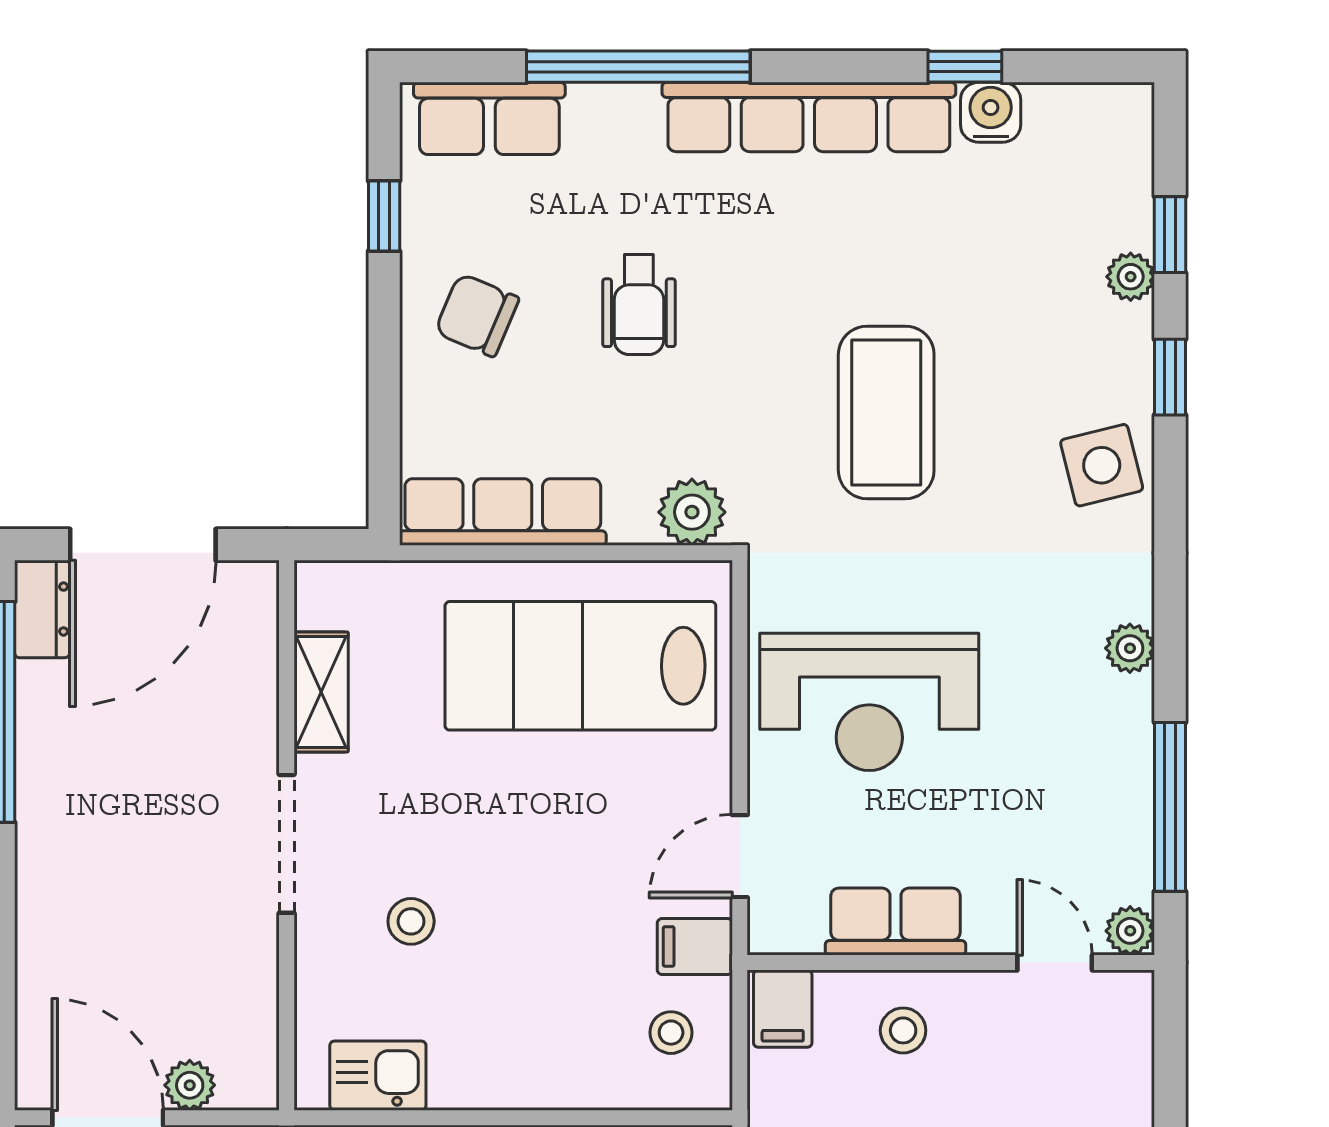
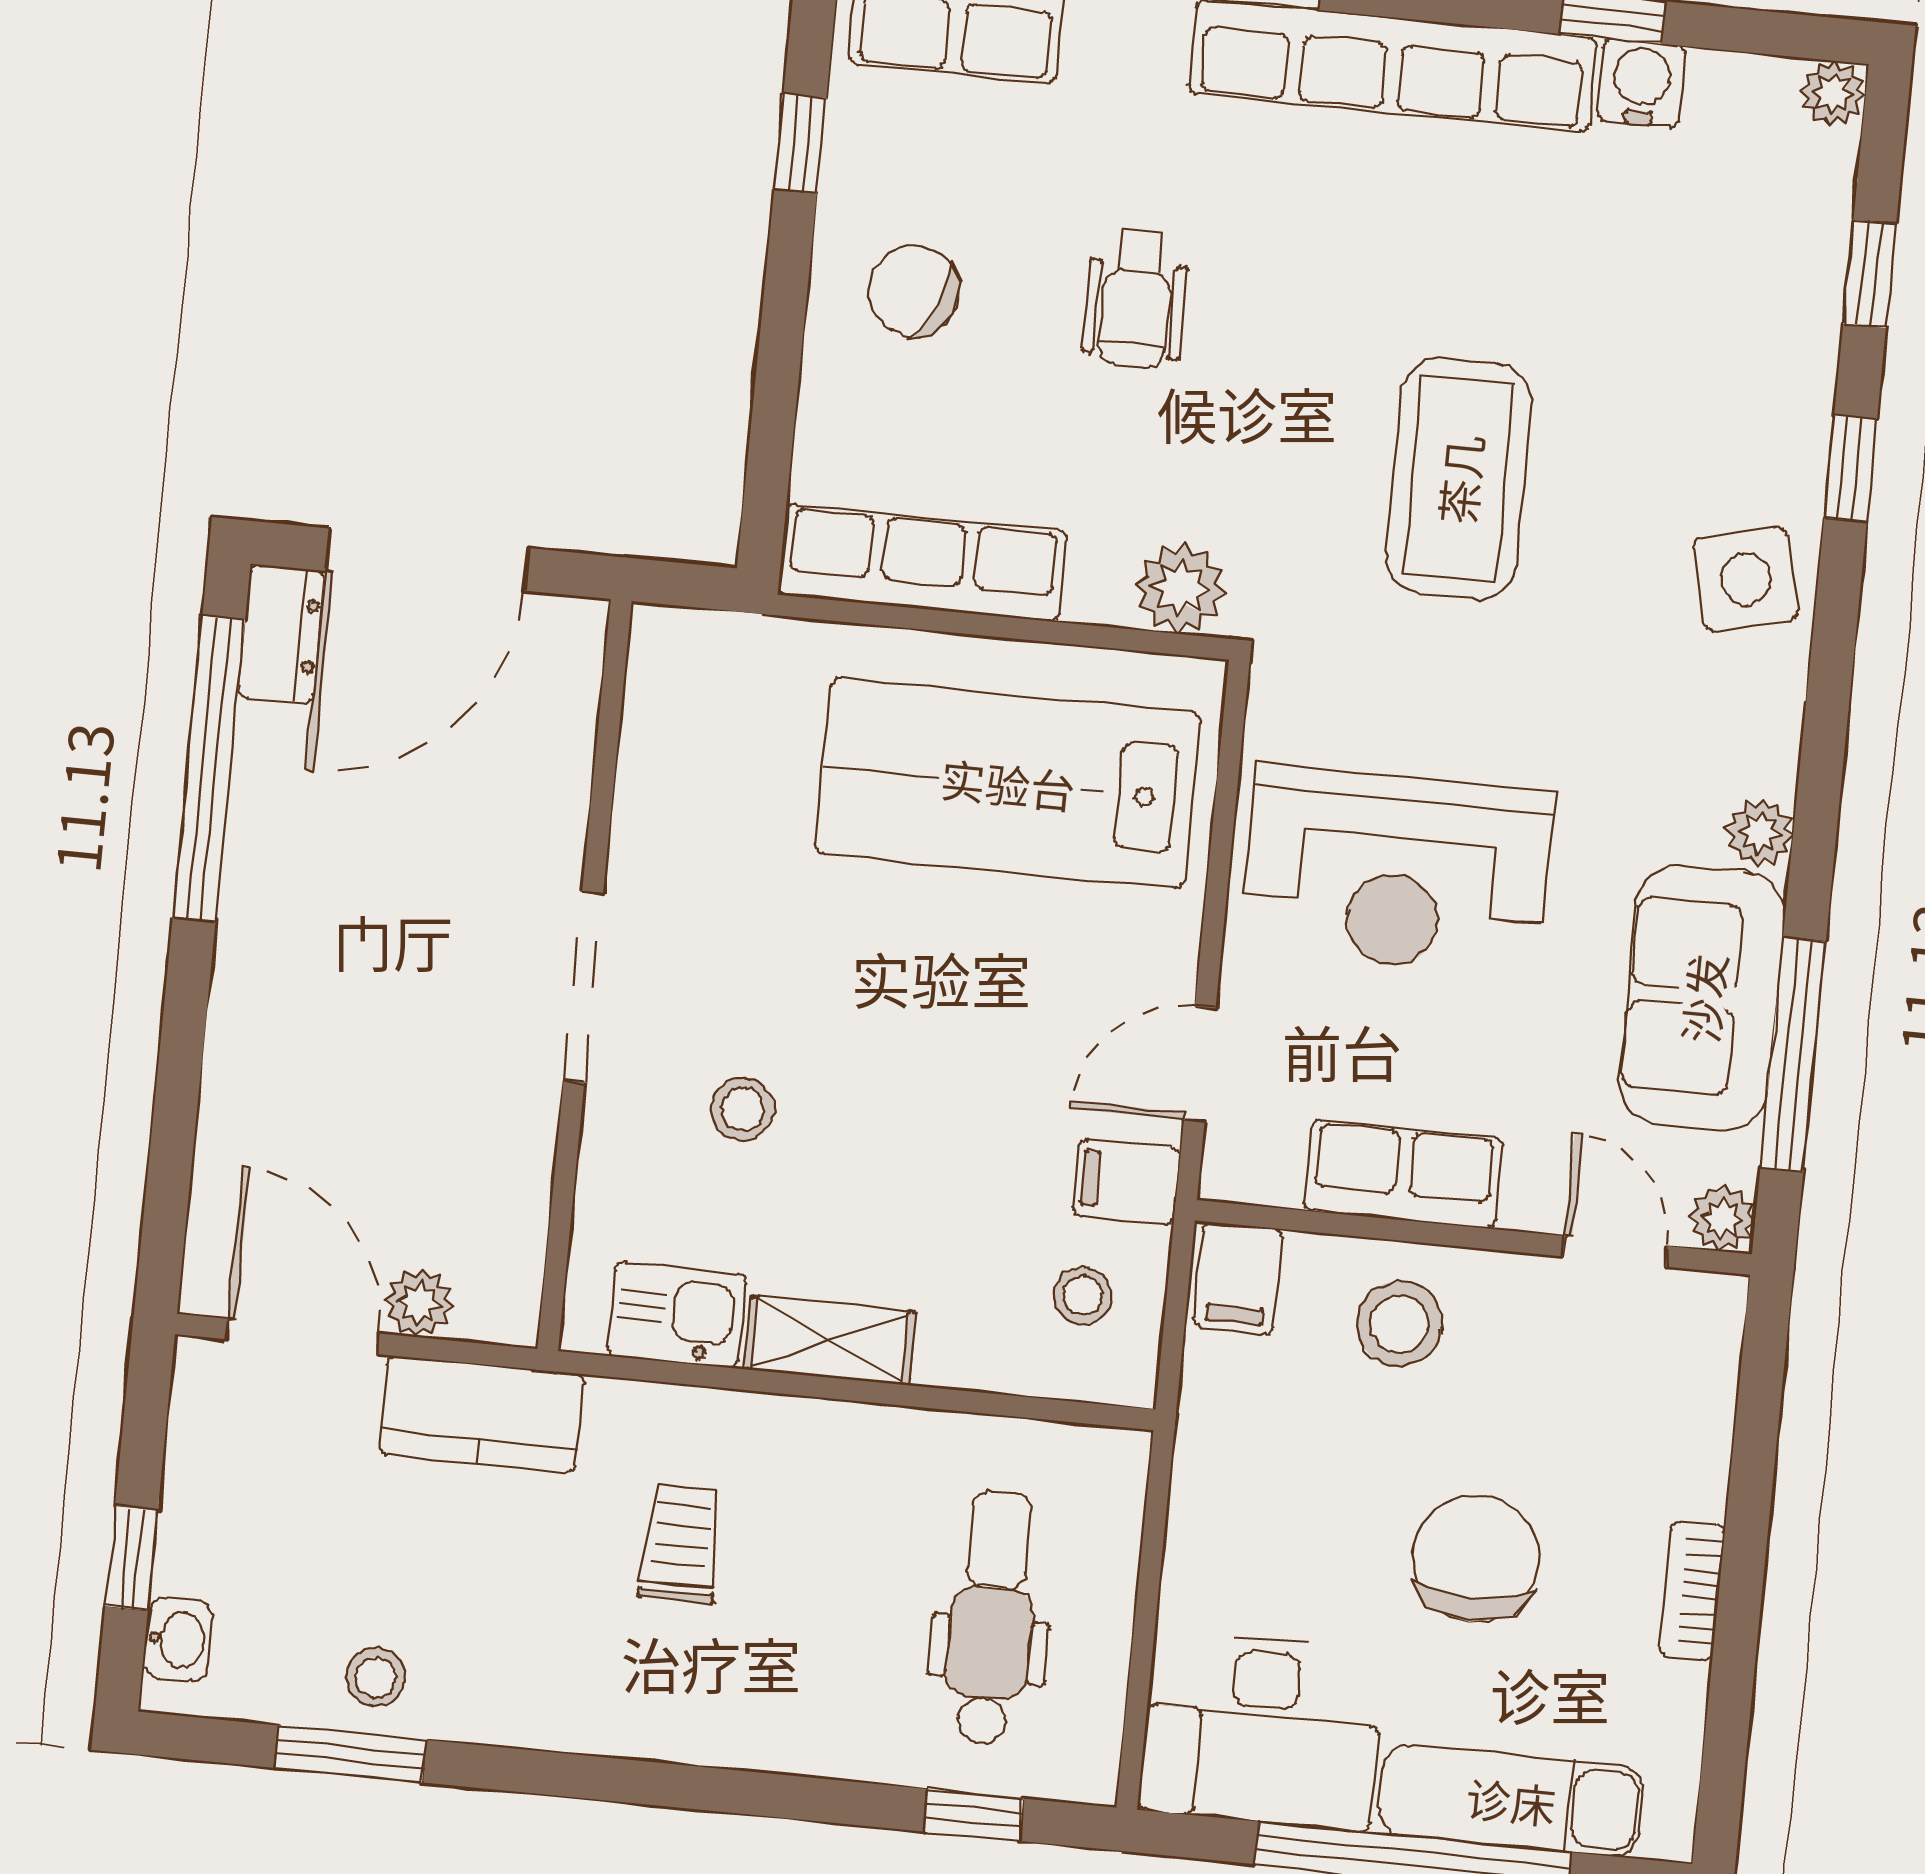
plant: (1131, 277) -> (1833, 93), moved
shelving: (321, 692) -> (830, 1341), moved, turned 90
sofa: (1100, 772) -> (1702, 998), added
stool: (903, 1030) -> (1399, 1324), width x1.37, depth x1.37

